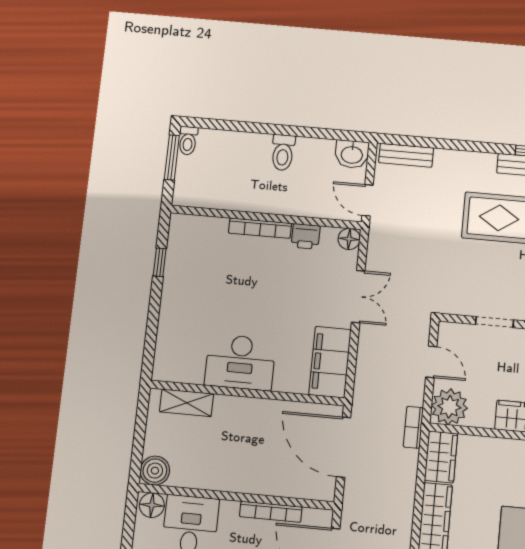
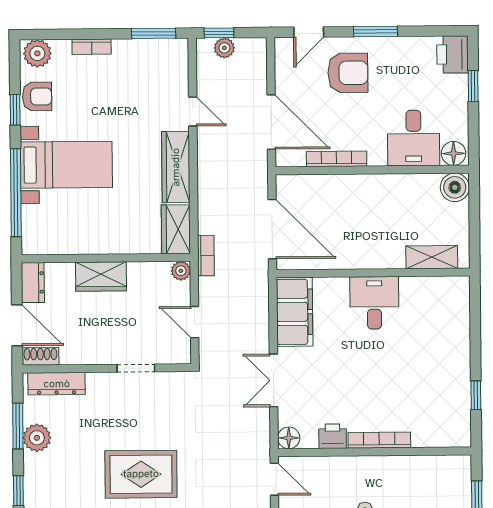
desk: (240, 362) -> (374, 303), width x0.73
plant: (449, 407) -> (181, 271), width x0.53, depth x0.53

